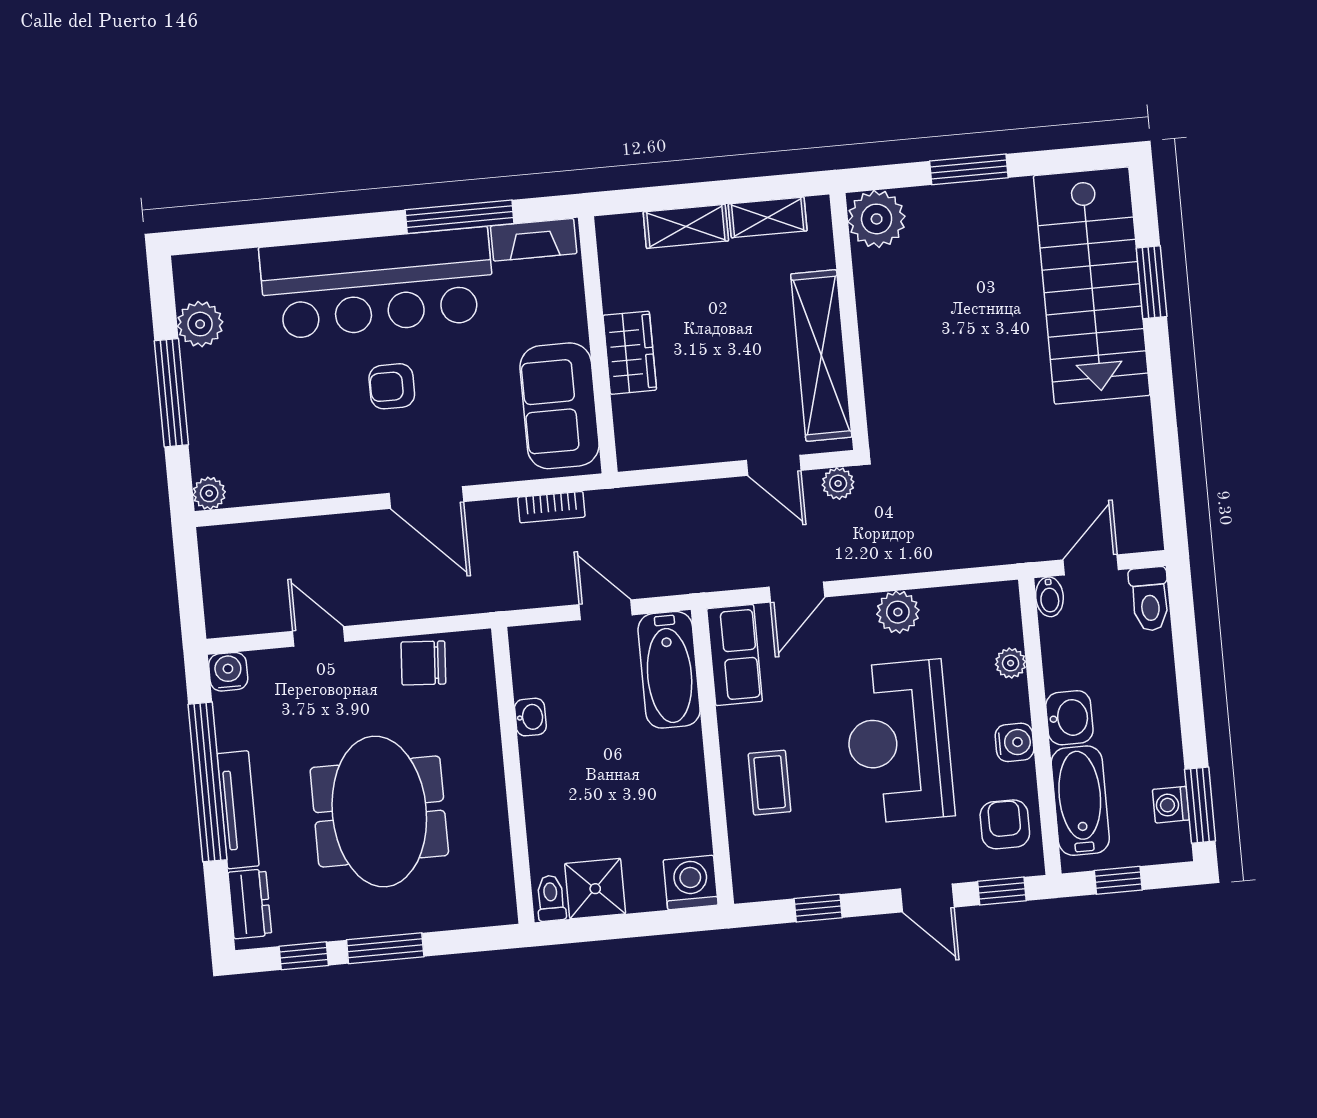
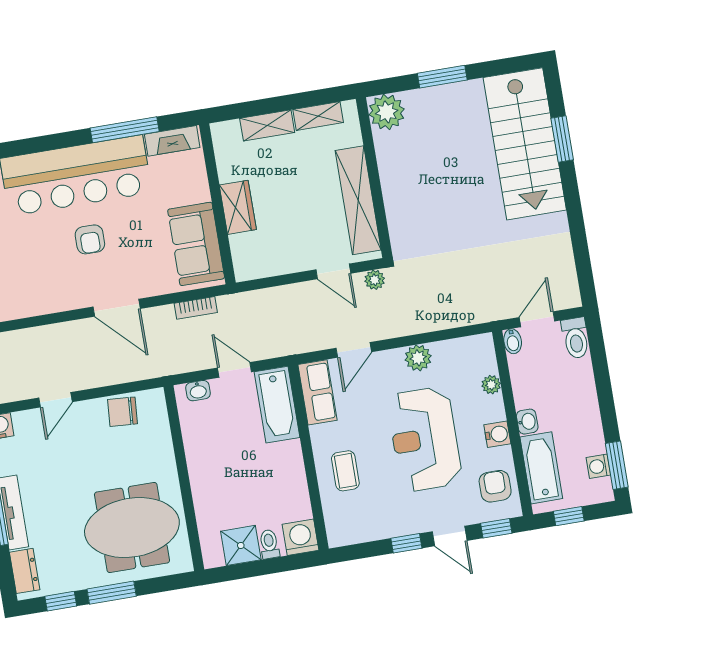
armchair: (392, 386) -> (90, 239), turned -90
door: (319, 636) -> (56, 400), swing flipped
washbasin: (530, 717) -> (198, 391), moved, turned 90
washbasin: (1069, 718) -> (527, 422), width x0.72, depth x0.69
meeting table: (379, 811) -> (132, 528), moved, turned 90
toilet: (551, 898) -> (269, 544), moved
window: (818, 908) -> (406, 543), moved

